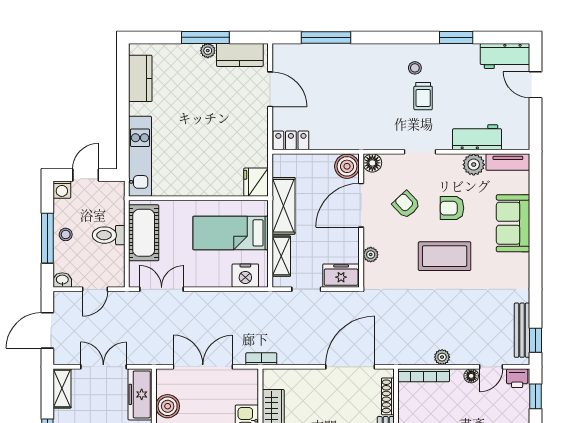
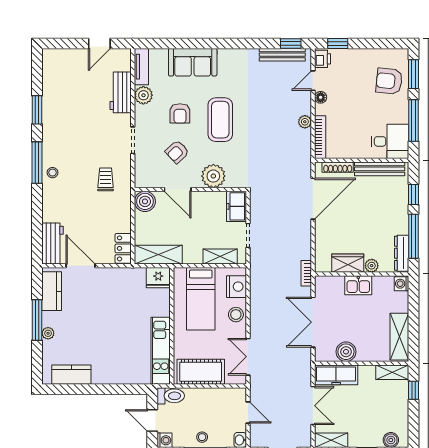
window: (326, 37) -> (37, 163), moved
plant: (208, 51) -> (48, 333), moved
workbench: (505, 56) -> (53, 244), moved
stool: (415, 68) -> (53, 173), moved
door: (536, 85) -> (99, 43), moved
door: (270, 89) -> (80, 266), hinge flipped
trolley: (423, 96) -> (106, 179), moved, turned -90
kitchen unit: (140, 156) -> (161, 351), moved, turned -90
floor lamp: (372, 163) -> (142, 180), removed
door: (361, 205) -> (178, 190), width x0.73
shelving: (283, 206) -> (158, 255), moved
toilet: (109, 235) -> (171, 396), moved, turned -90
plant: (371, 255) -> (213, 176), width x1.88, depth x1.88
stool: (212, 275) -> (236, 315), added
double door: (103, 367) -> (313, 406), swing flipped
door: (350, 367) -> (313, 199), swing flipped
door: (491, 367) -> (313, 81), swing flipped

